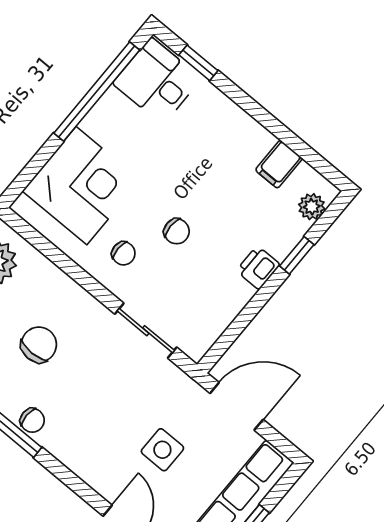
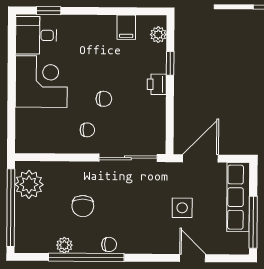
window: (97, 92) -> (12, 64), removed
corner desk: (81, 186) -> (41, 82), moved
sliding door: (146, 331) -> (128, 158), width x1.37
chair: (39, 345) -> (83, 206), turned 180

